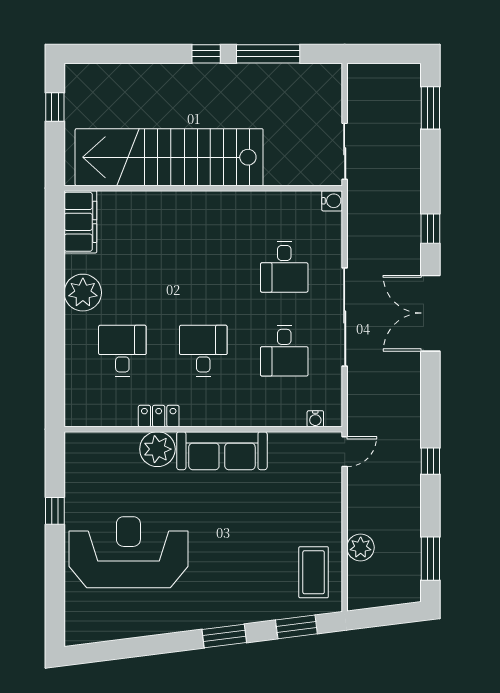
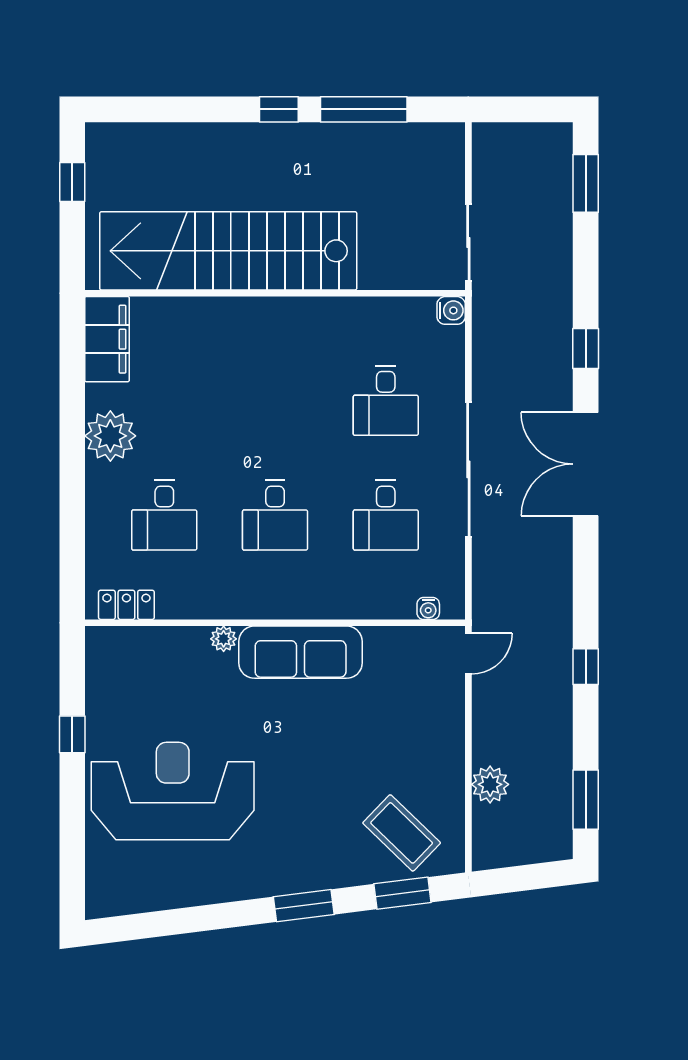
desk: (122, 351) -> (164, 515), turned 180
desk: (203, 351) -> (275, 515), turned 180
locker: (159, 416) -> (126, 605), moved
plant: (157, 449) -> (224, 639), width x0.53, depth x0.53
coffee table: (314, 572) -> (402, 833), moved, turned -46

